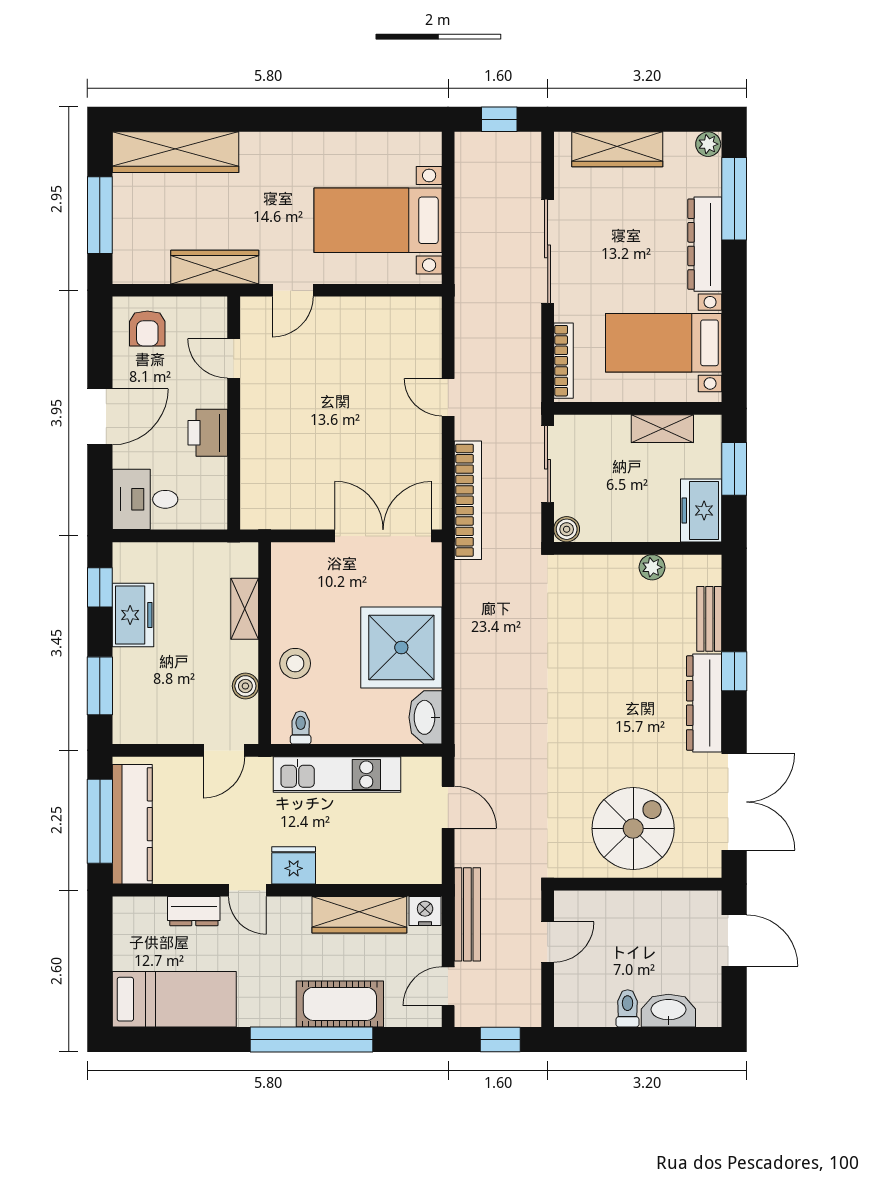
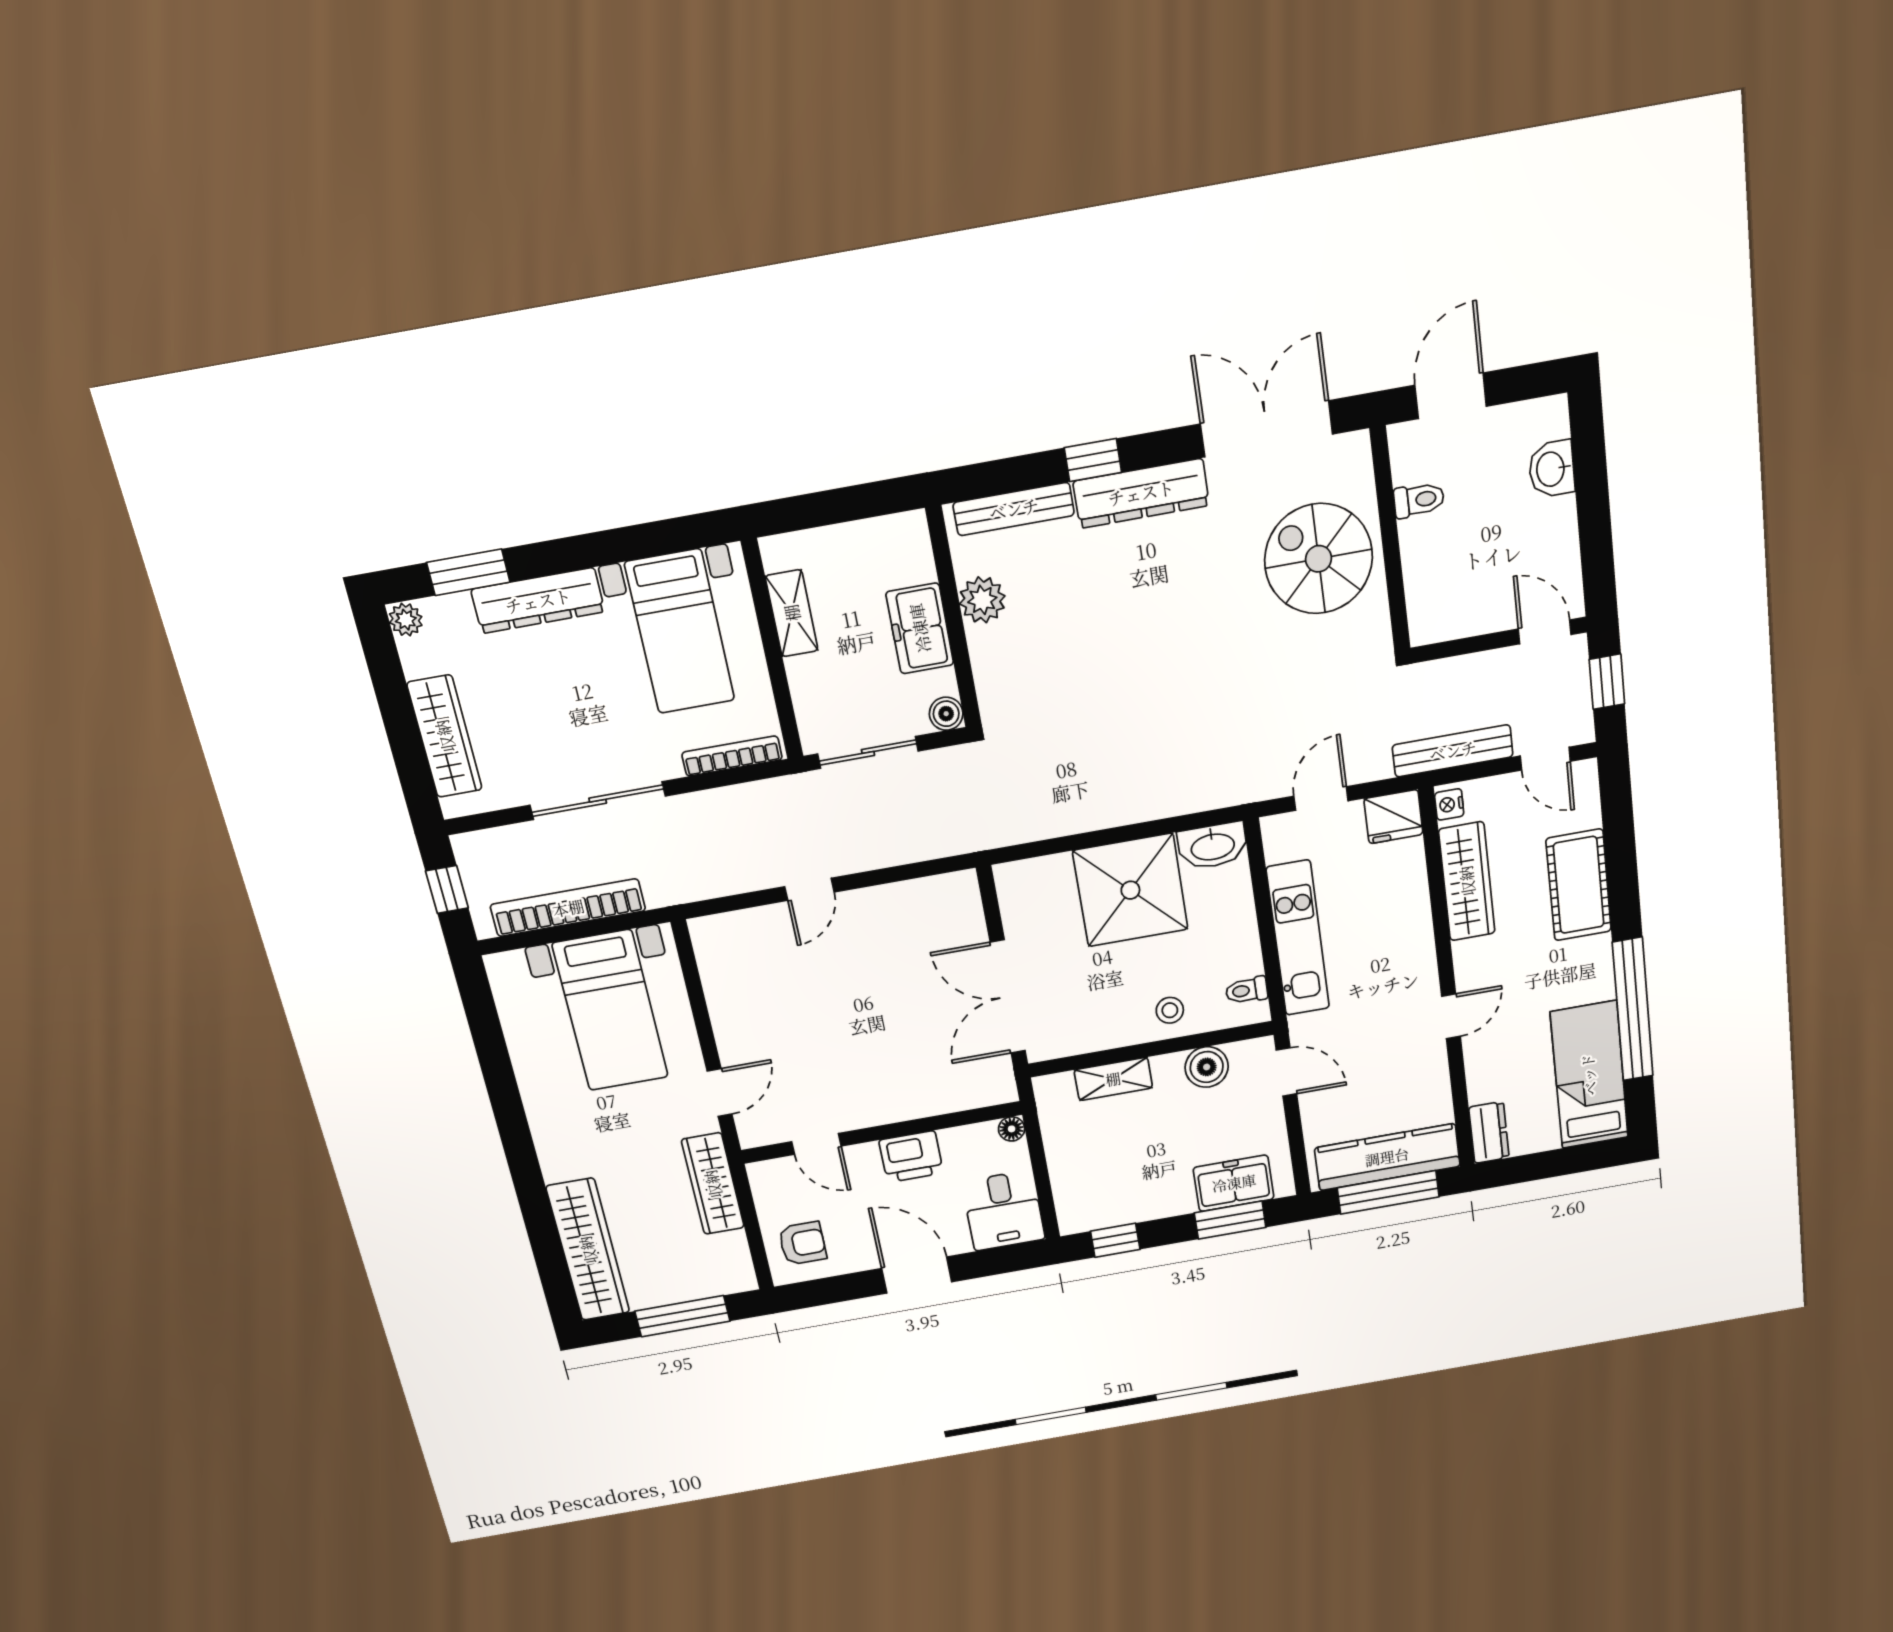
window: (734, 199) -> (468, 572), width x0.69
door: (293, 290) -> (720, 1093), hinge flipped
door: (234, 358) -> (816, 1144), hinge flipped
window: (734, 469) -> (825, 508), removed
bookcase: (468, 500) -> (568, 908), moved
freezer: (701, 510) -> (920, 628), moved, turned 90
floor lamp: (217, 519) -> (1012, 1129), added
double door: (383, 536) -> (1008, 997), moved
plant: (652, 567) -> (982, 600), width x1.38, depth x1.38
freezer: (133, 615) -> (1234, 1183), moved
bench: (709, 619) -> (1014, 509), width x1.36
stool: (295, 663) -> (1170, 1010), width x0.73, depth x0.73
boiler: (245, 686) -> (1207, 1067), width x1.36, depth x1.36
fridge: (294, 865) -> (1393, 817), moved, turned -90
dresser: (194, 911) -> (1489, 1132), moved
nightstand: (425, 911) -> (1449, 804), width x0.72, depth x0.74
door: (548, 942) -> (1545, 632), moved
toilet: (628, 1008) -> (1419, 500), moved, turned 180
washbasin: (668, 1011) -> (1552, 469), width x0.72
window: (311, 1039) -> (1633, 1009), moved

